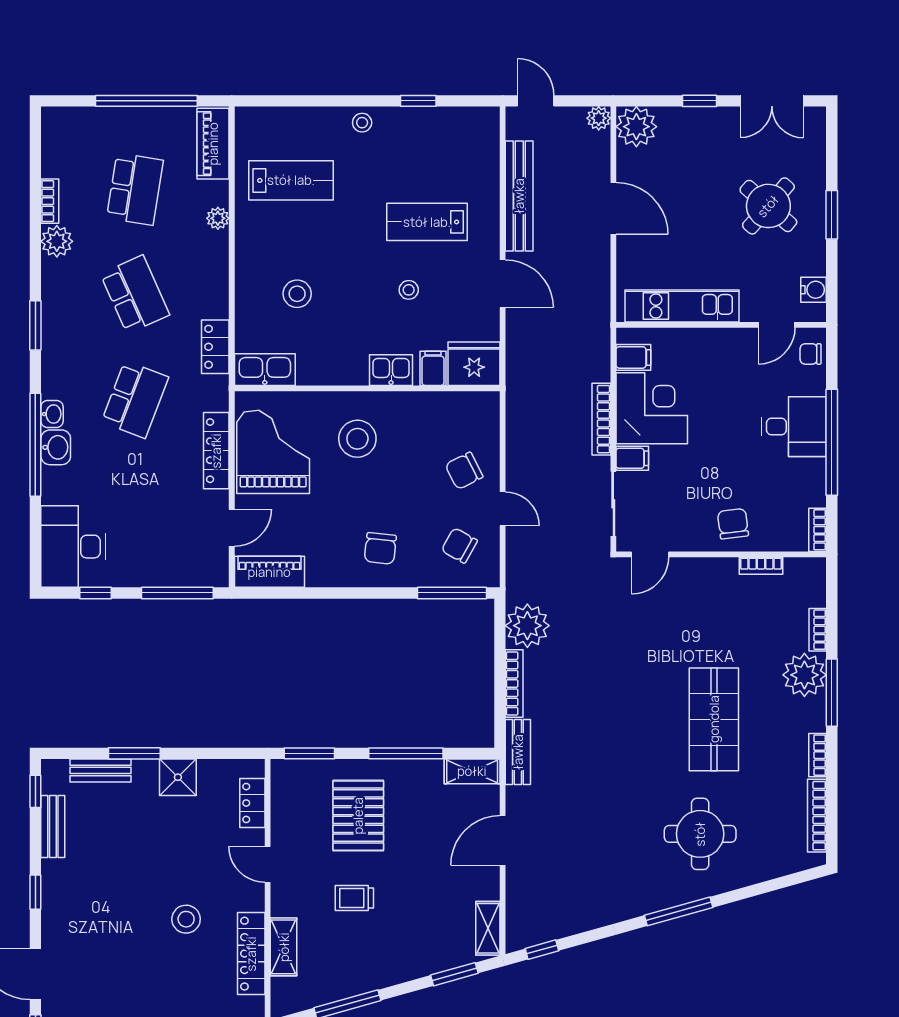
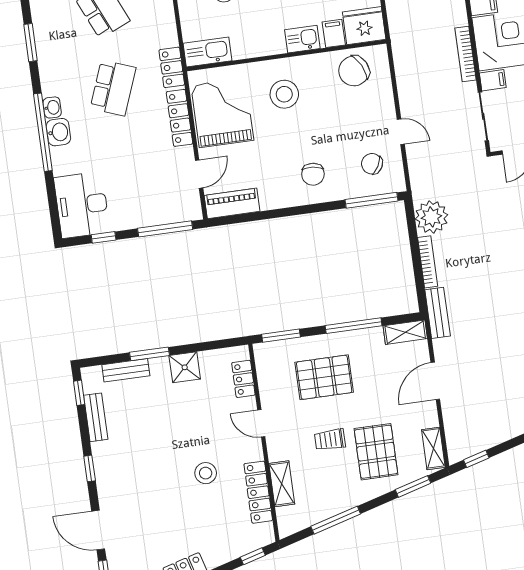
locker: (215, 347) -> (172, 67), moved
chair: (464, 471) -> (354, 71), moved, width x1.37, depth x1.37
pallet: (358, 816) -> (324, 377), turned 90
pallet: (412, 922) -> (376, 452), added

